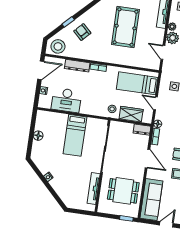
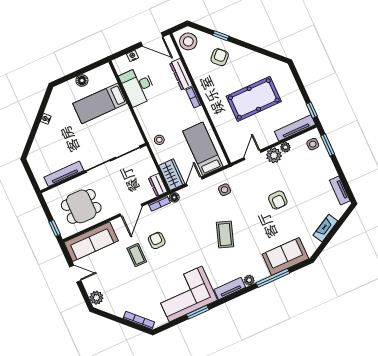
wardrobe: (131, 114) -> (172, 175), moved
bed: (75, 135) -> (100, 103), moved
dining table: (123, 191) -> (81, 206), turned 90

